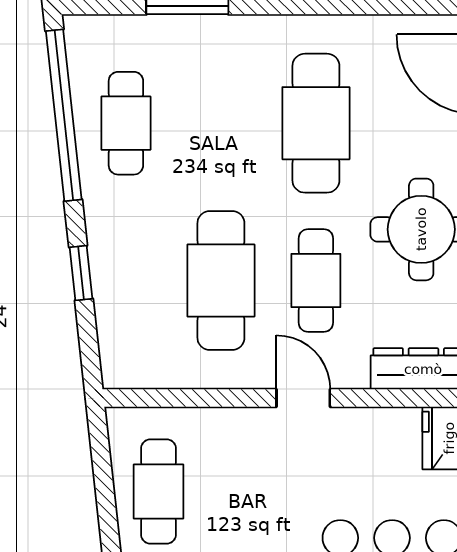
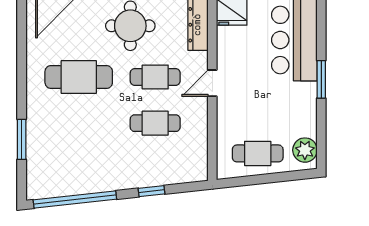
cafe table: (126, 123) -> (79, 169), removed
cafe table: (221, 280) -> (155, 123), width x0.73, depth x0.74

